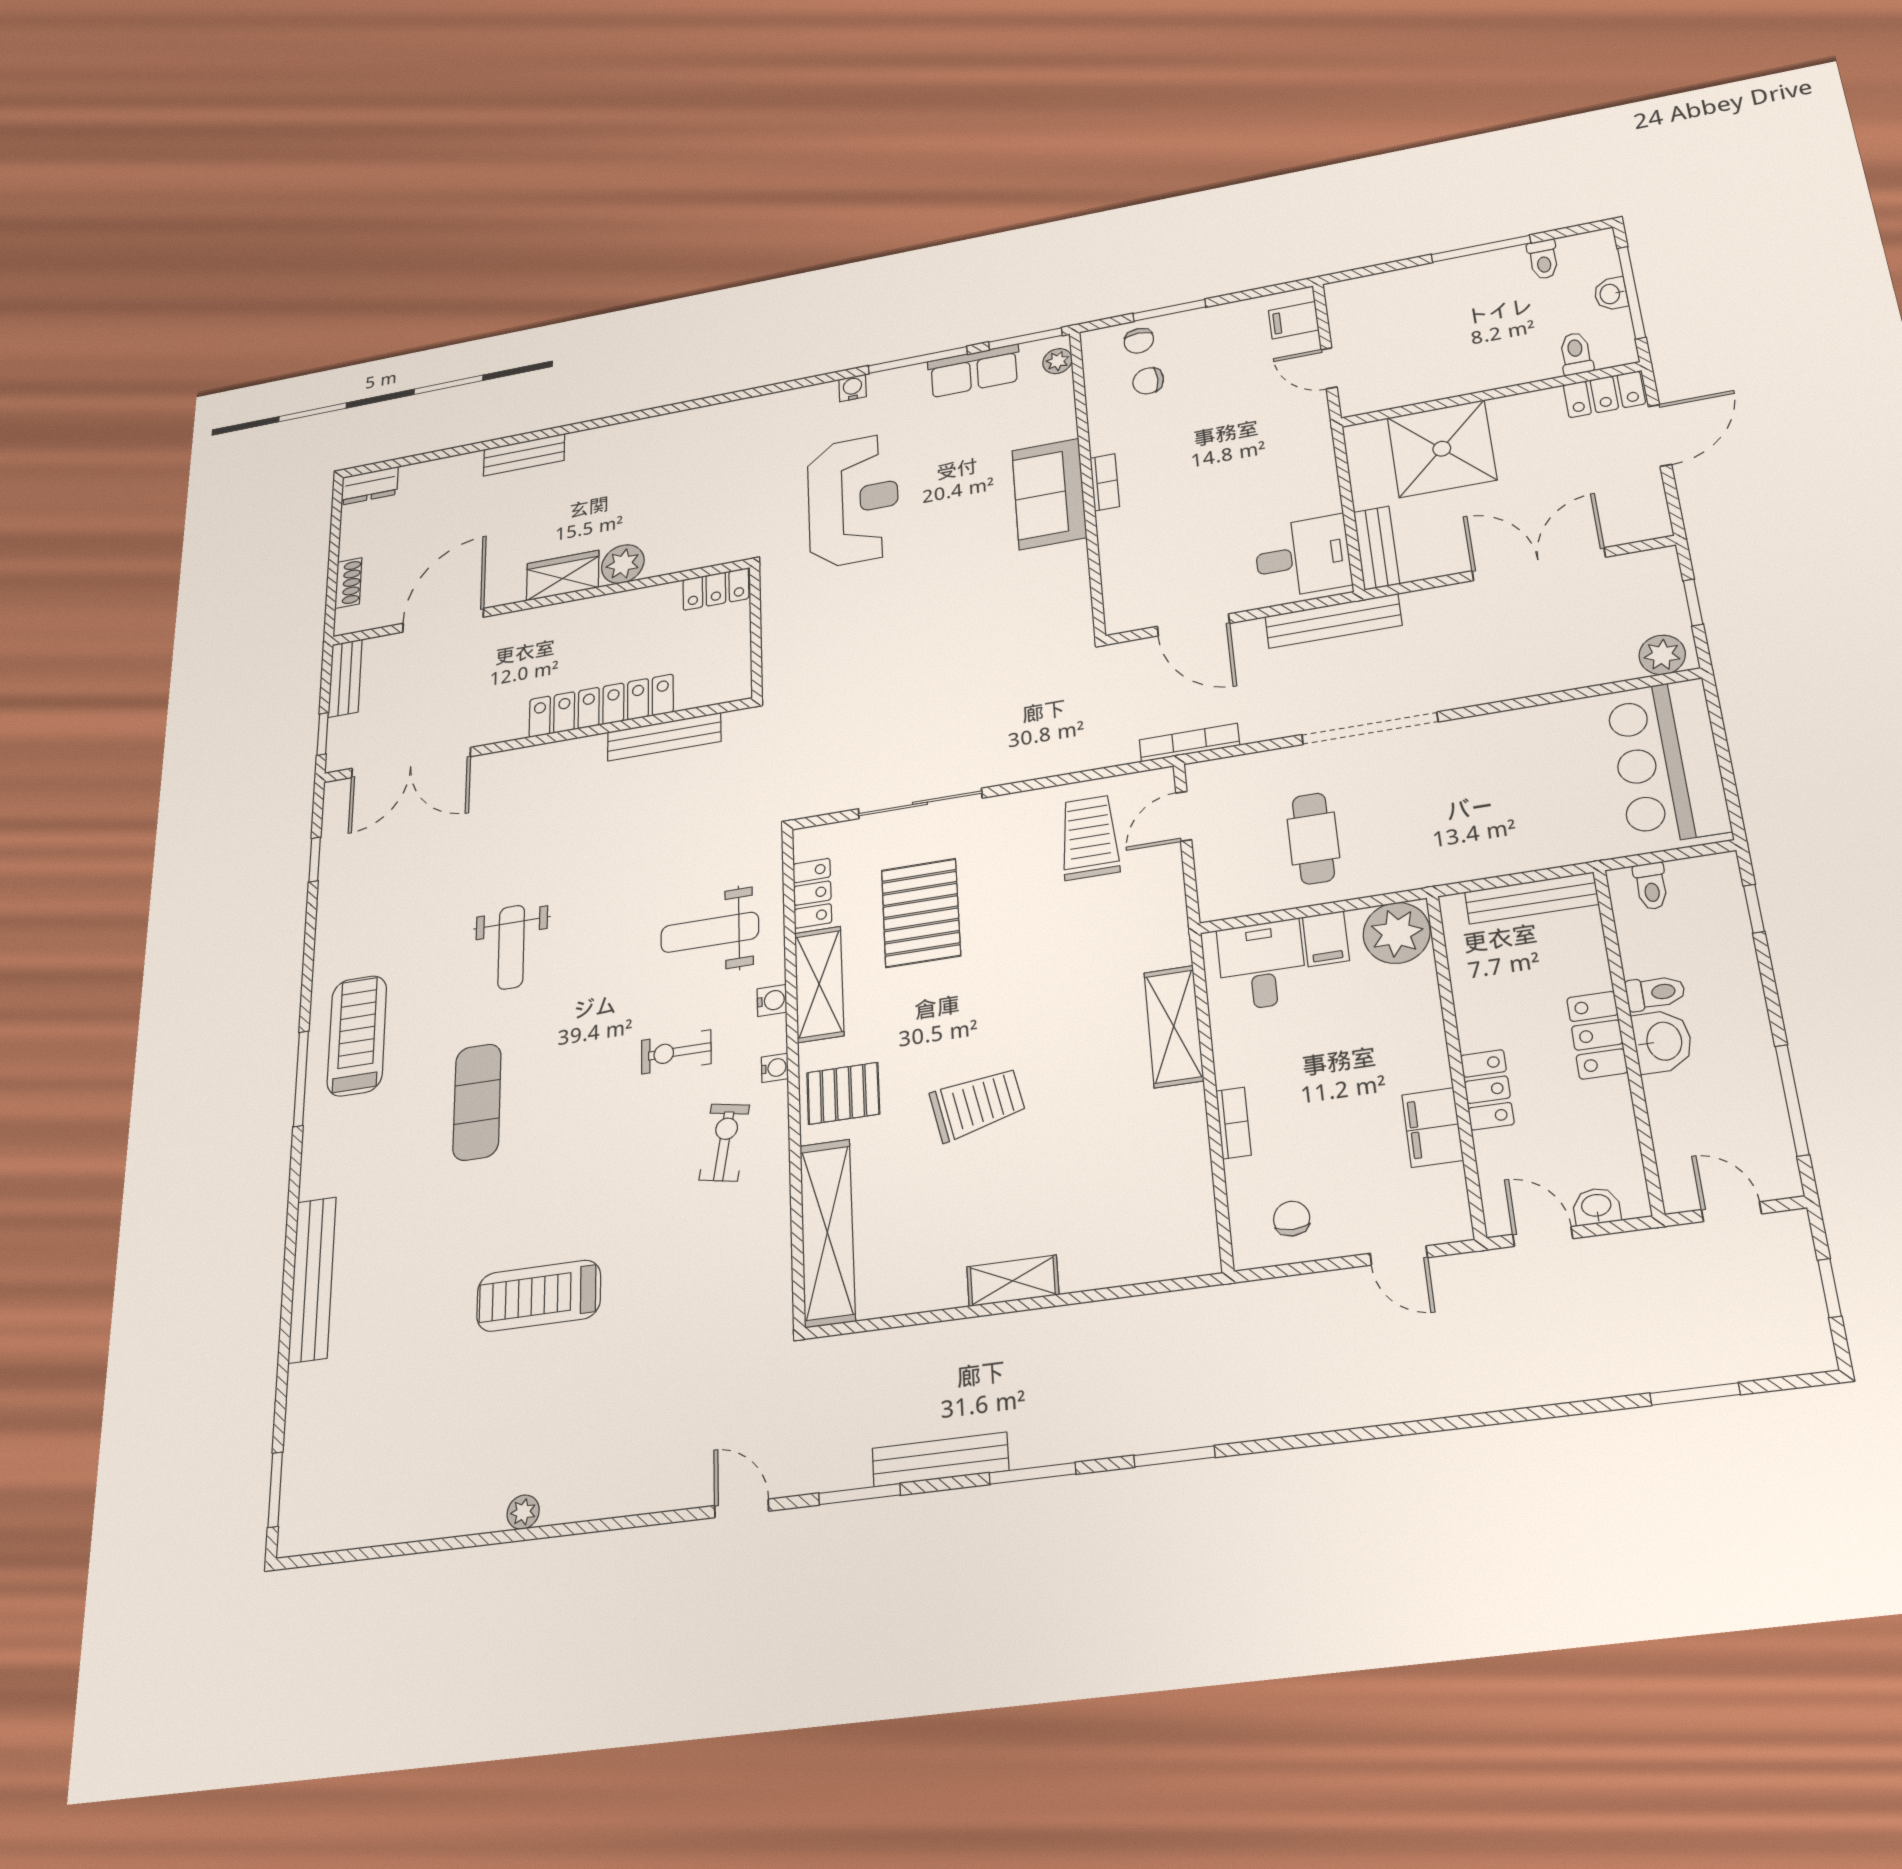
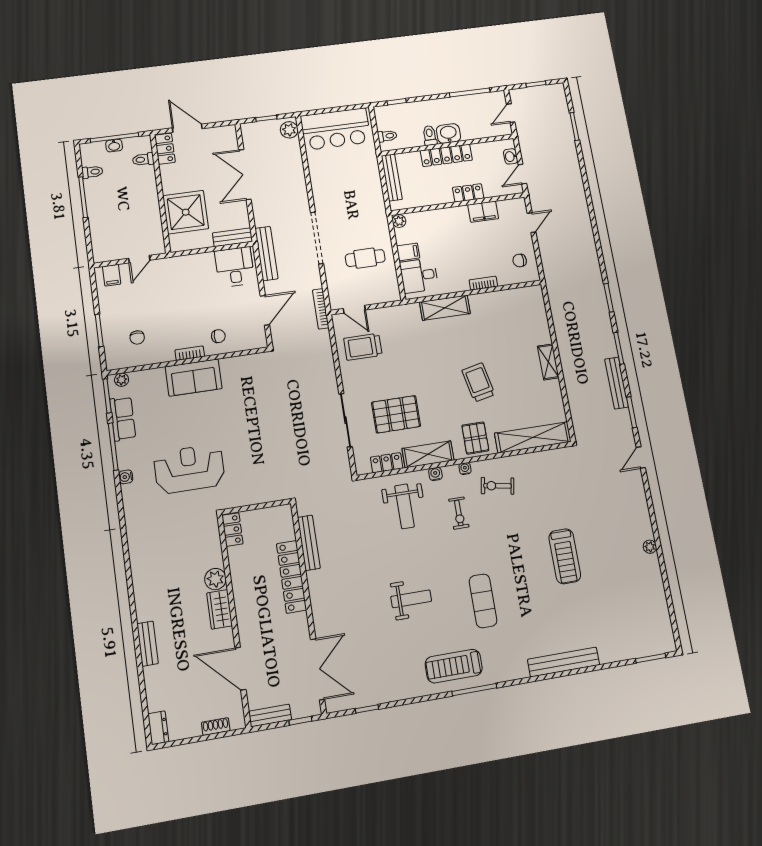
chair: (1139, 341) -> (218, 336), moved
plant: (1397, 933) -> (399, 221), width x0.53, depth x0.53
locker: (1597, 1035) -> (446, 155), width x1.53
exercise mat: (477, 1102) -> (483, 601), turned 90

